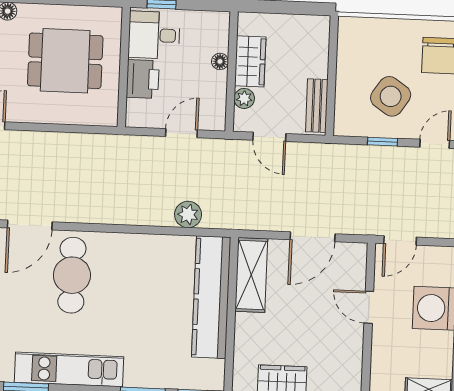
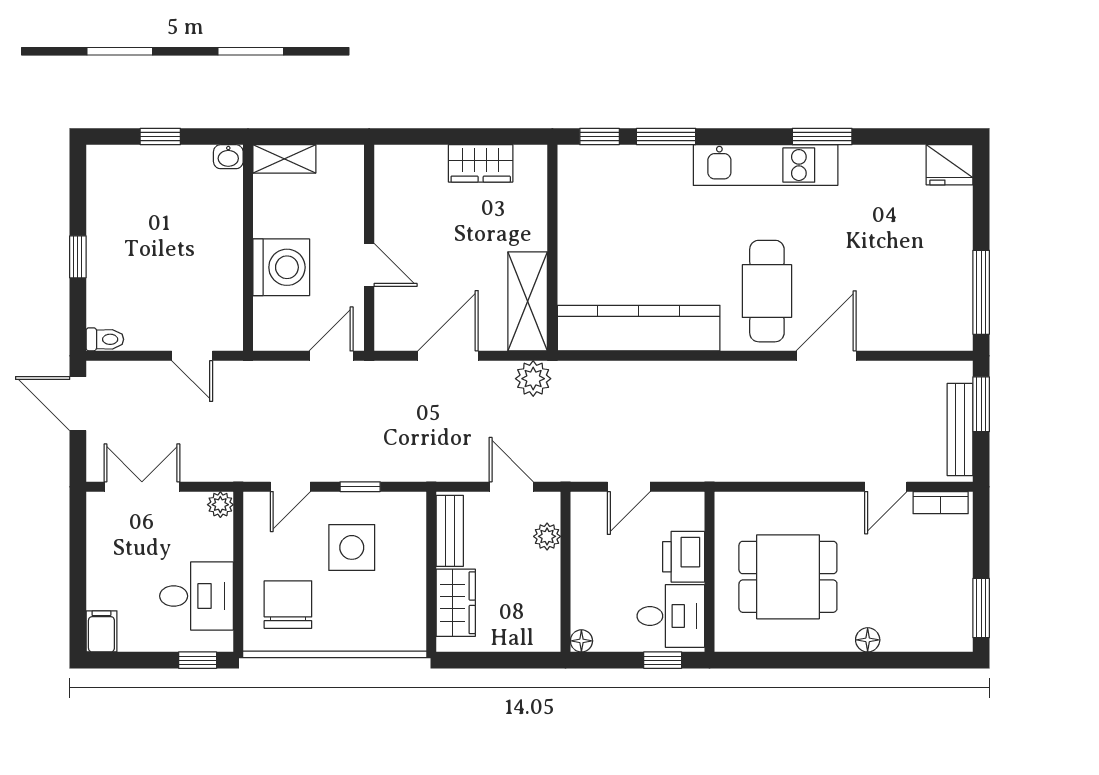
floor lamp: (220, 61) -> (581, 641), moved
wardrobe: (250, 61) -> (456, 603), moved, turned 180
side table: (391, 96) -> (352, 547), turned -34
plant: (188, 214) -> (533, 379), moved
kitchen counter: (211, 297) -> (639, 328), moved, turned -90

